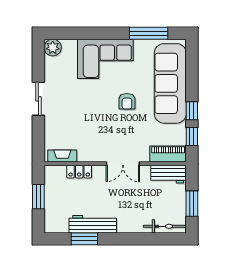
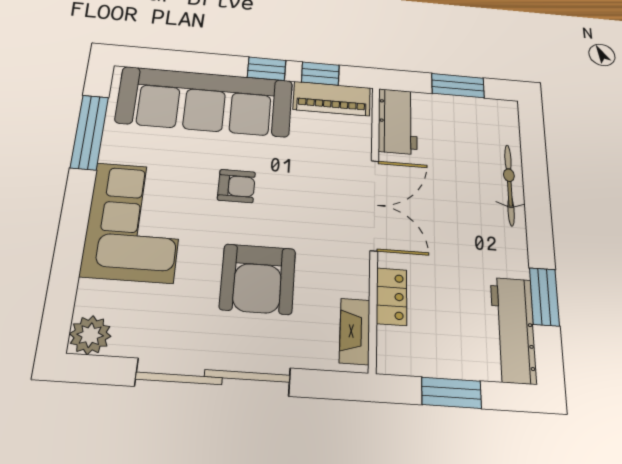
sliding door: (38, 99) -> (213, 377), width x1.86
armchair: (83, 114) -> (258, 279), added
piano: (168, 154) -> (332, 99), moved, turned -90
double door: (123, 164) -> (374, 205), width x1.37
workbench: (93, 224) -> (513, 330), moved
bicycle: (165, 226) -> (509, 185), moved

